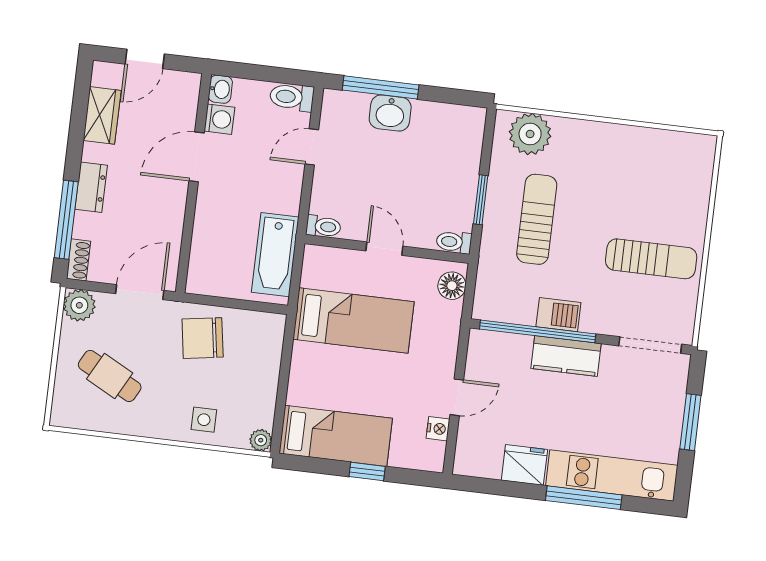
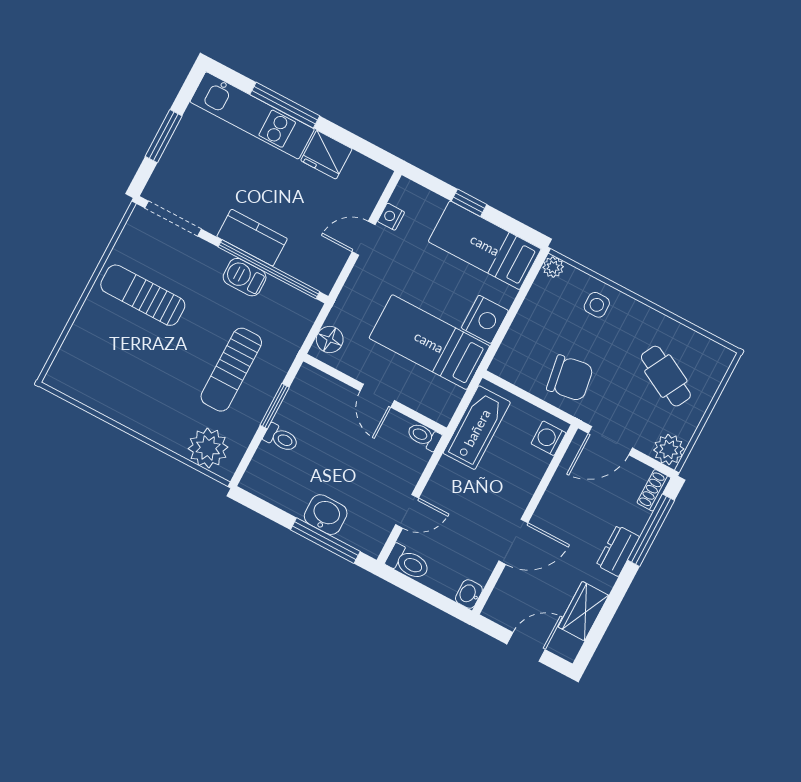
washing machine: (219, 119) -> (549, 438), moved
toilet: (454, 242) -> (281, 438), moved
nightstand: (308, 364) -> (485, 319), added

